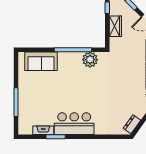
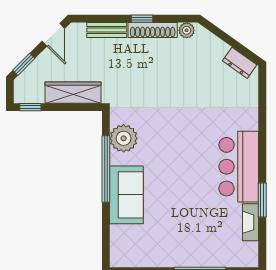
wardrobe: (115, 26) -> (73, 93), width x1.50
sofa: (41, 61) -> (126, 195), moved

